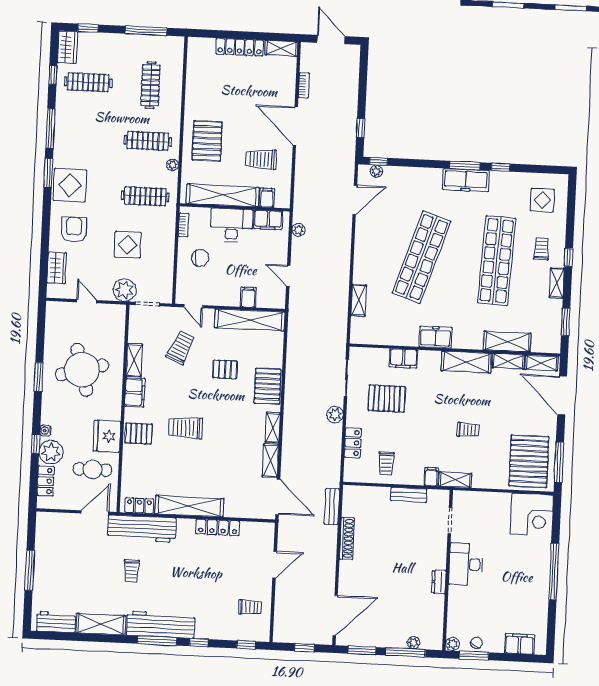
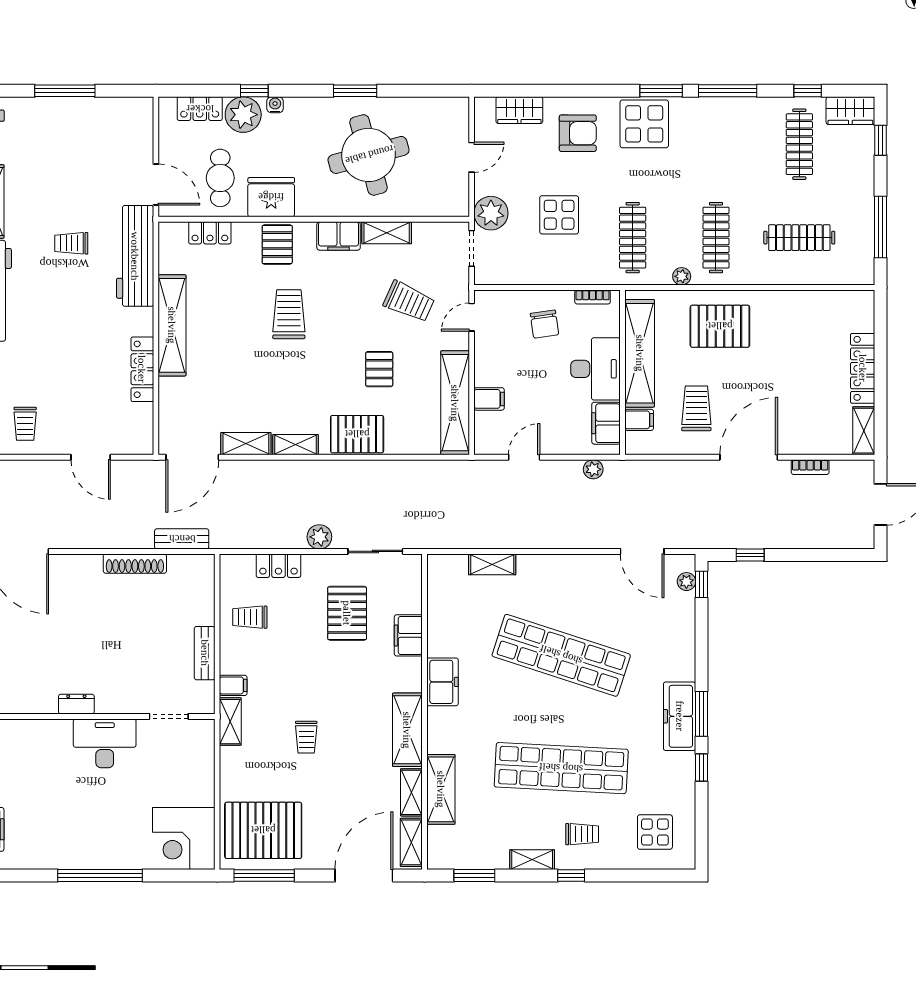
locker: (139, 506) -> (210, 233), moved, turned 90

